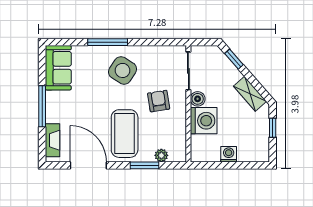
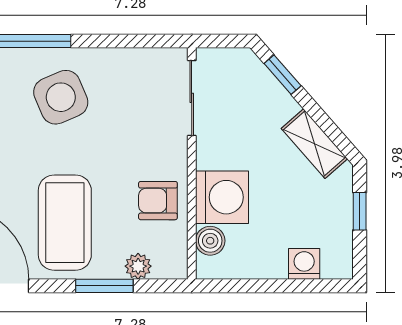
side table: (123, 70) -> (61, 97), turned 35
boiler: (198, 99) -> (210, 241), moved
armchair: (159, 101) -> (158, 201), moved, turned -81
washing machine: (229, 154) -> (304, 264), moved

